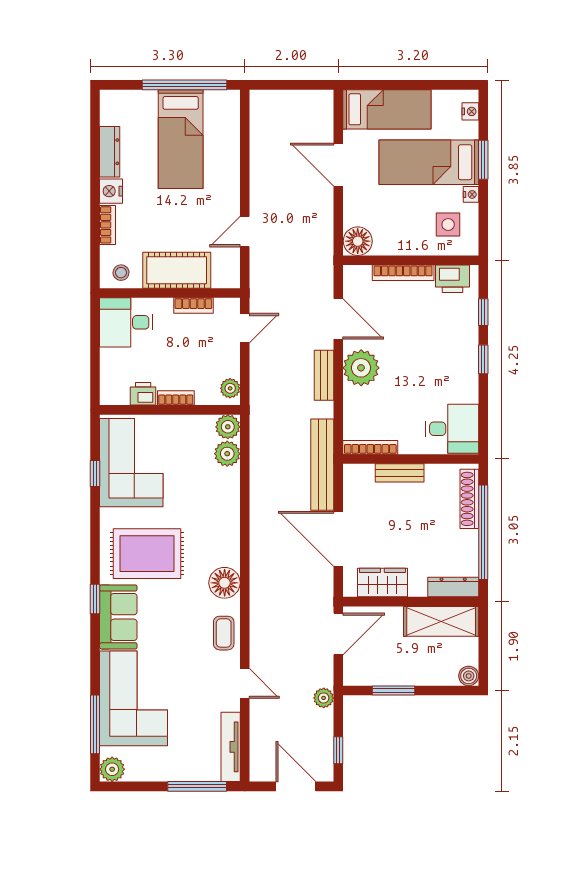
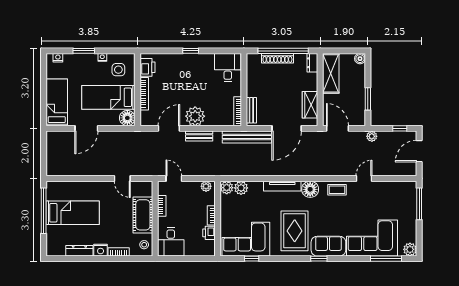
bed: (429, 162) -> (108, 97), moved, turned 90
window: (483, 312) -> (165, 51), removed
bench: (400, 473) -> (251, 110), moved
shoe rack: (469, 499) -> (277, 58), moved
dresser: (453, 587) -> (312, 63), width x0.70
tv unit: (231, 747) -> (282, 186), moved

